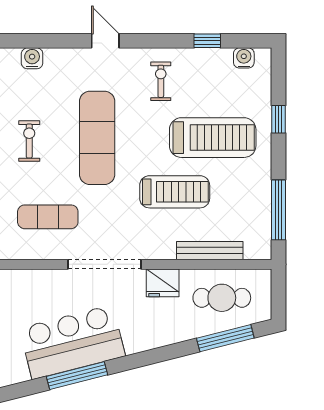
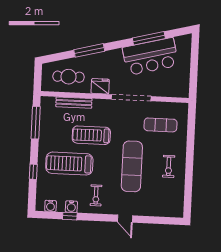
water cooler: (32, 58) -> (71, 207), moved
window: (225, 338) -> (89, 50), moved

